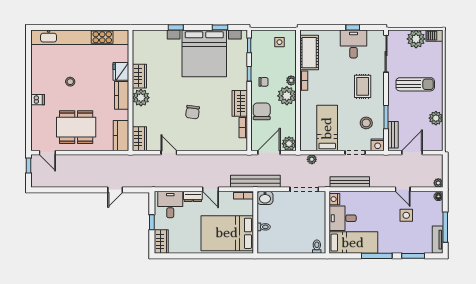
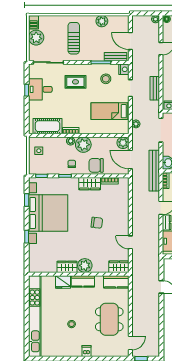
door: (169, 153) -> (130, 242), hinge flipped
bench: (350, 182) -> (155, 88), width x0.73

